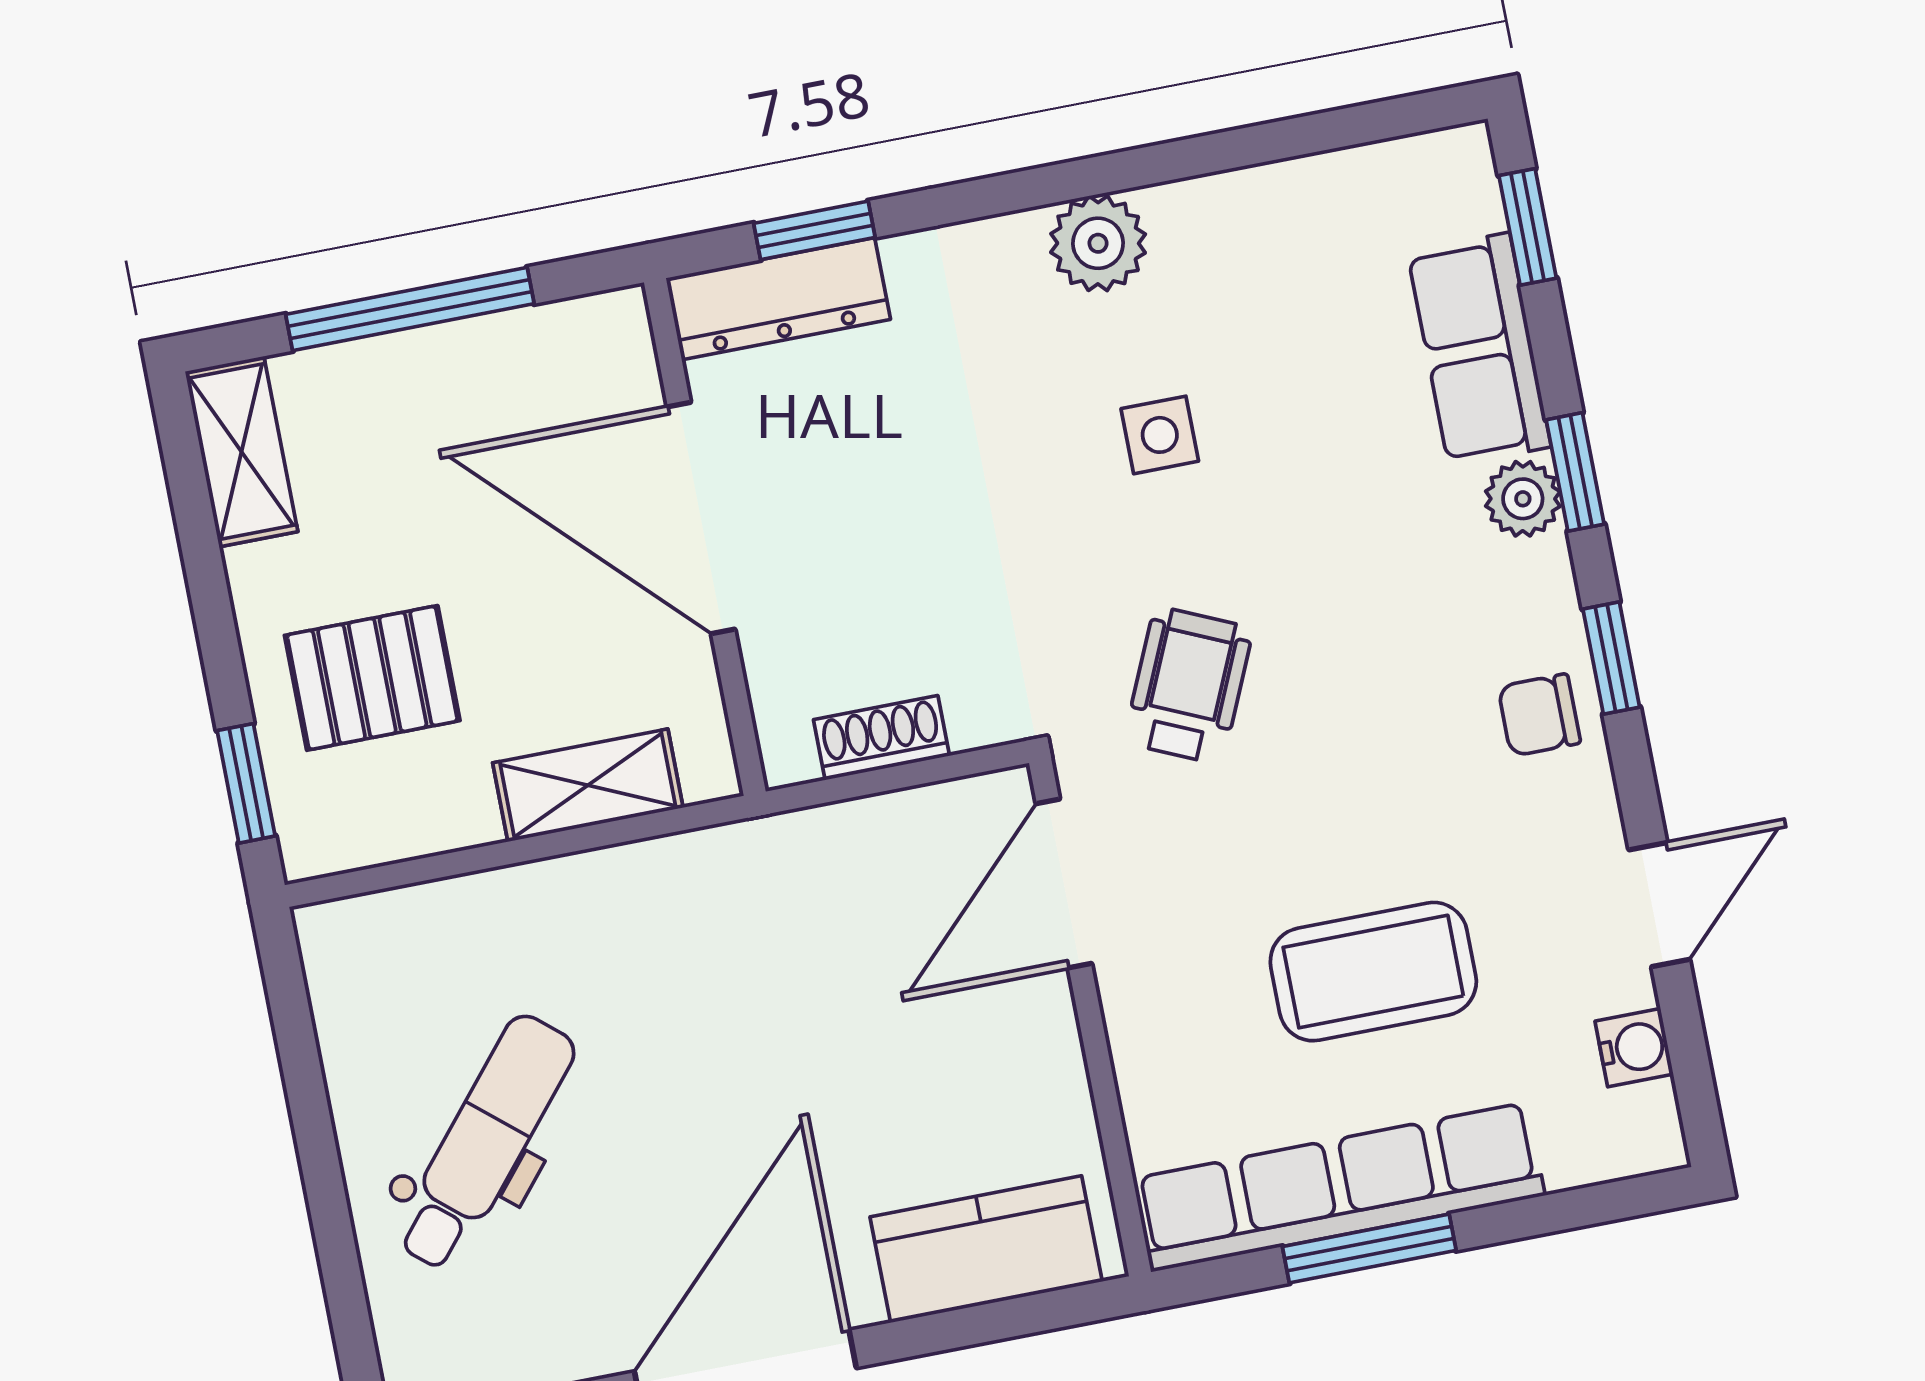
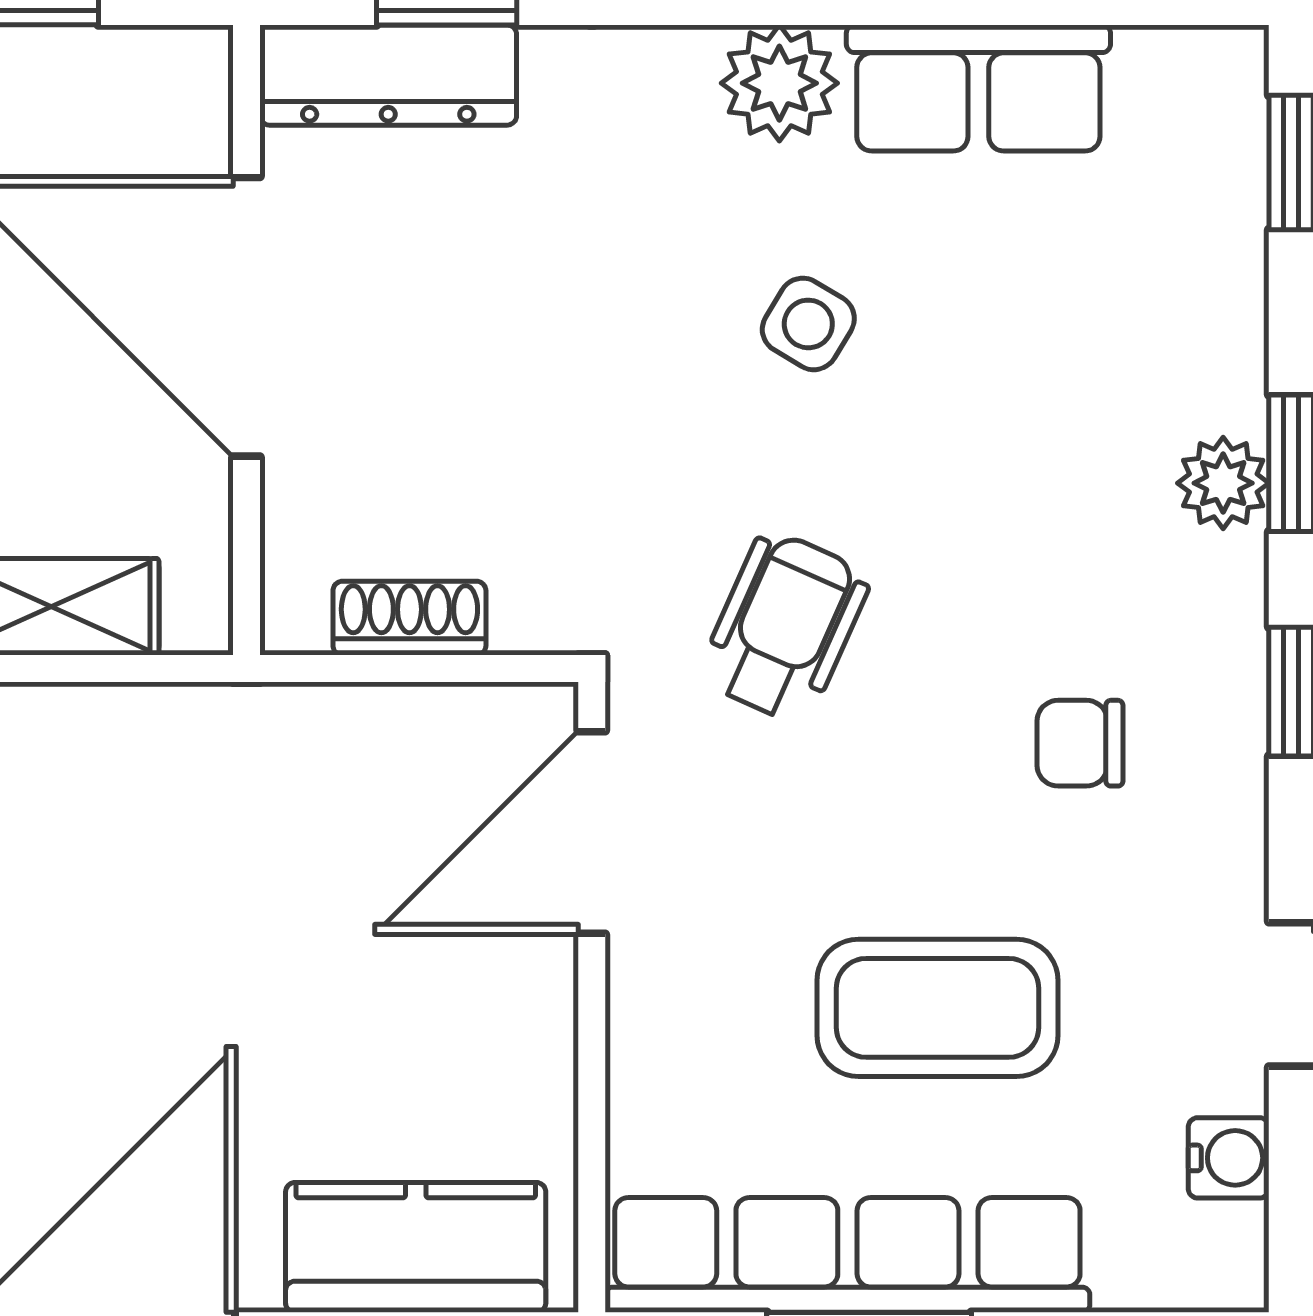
row of seats: (1479, 349) -> (978, 88), moved, turned -90
side table: (1160, 435) -> (808, 324), turned 31
chair: (1539, 715) -> (1080, 743), moved

